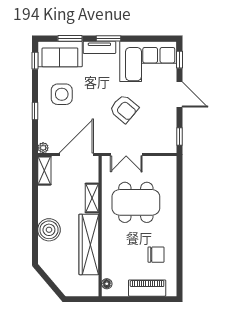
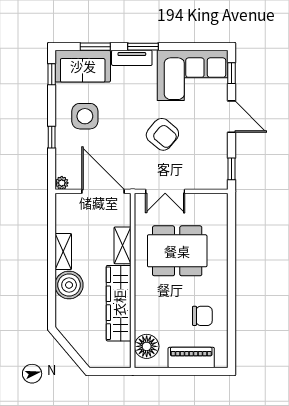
door: (76, 155) -> (103, 191), hinge flipped
shelving: (44, 171) -> (63, 252), moved
floor lamp: (107, 284) -> (147, 346), width x1.89, depth x1.89

